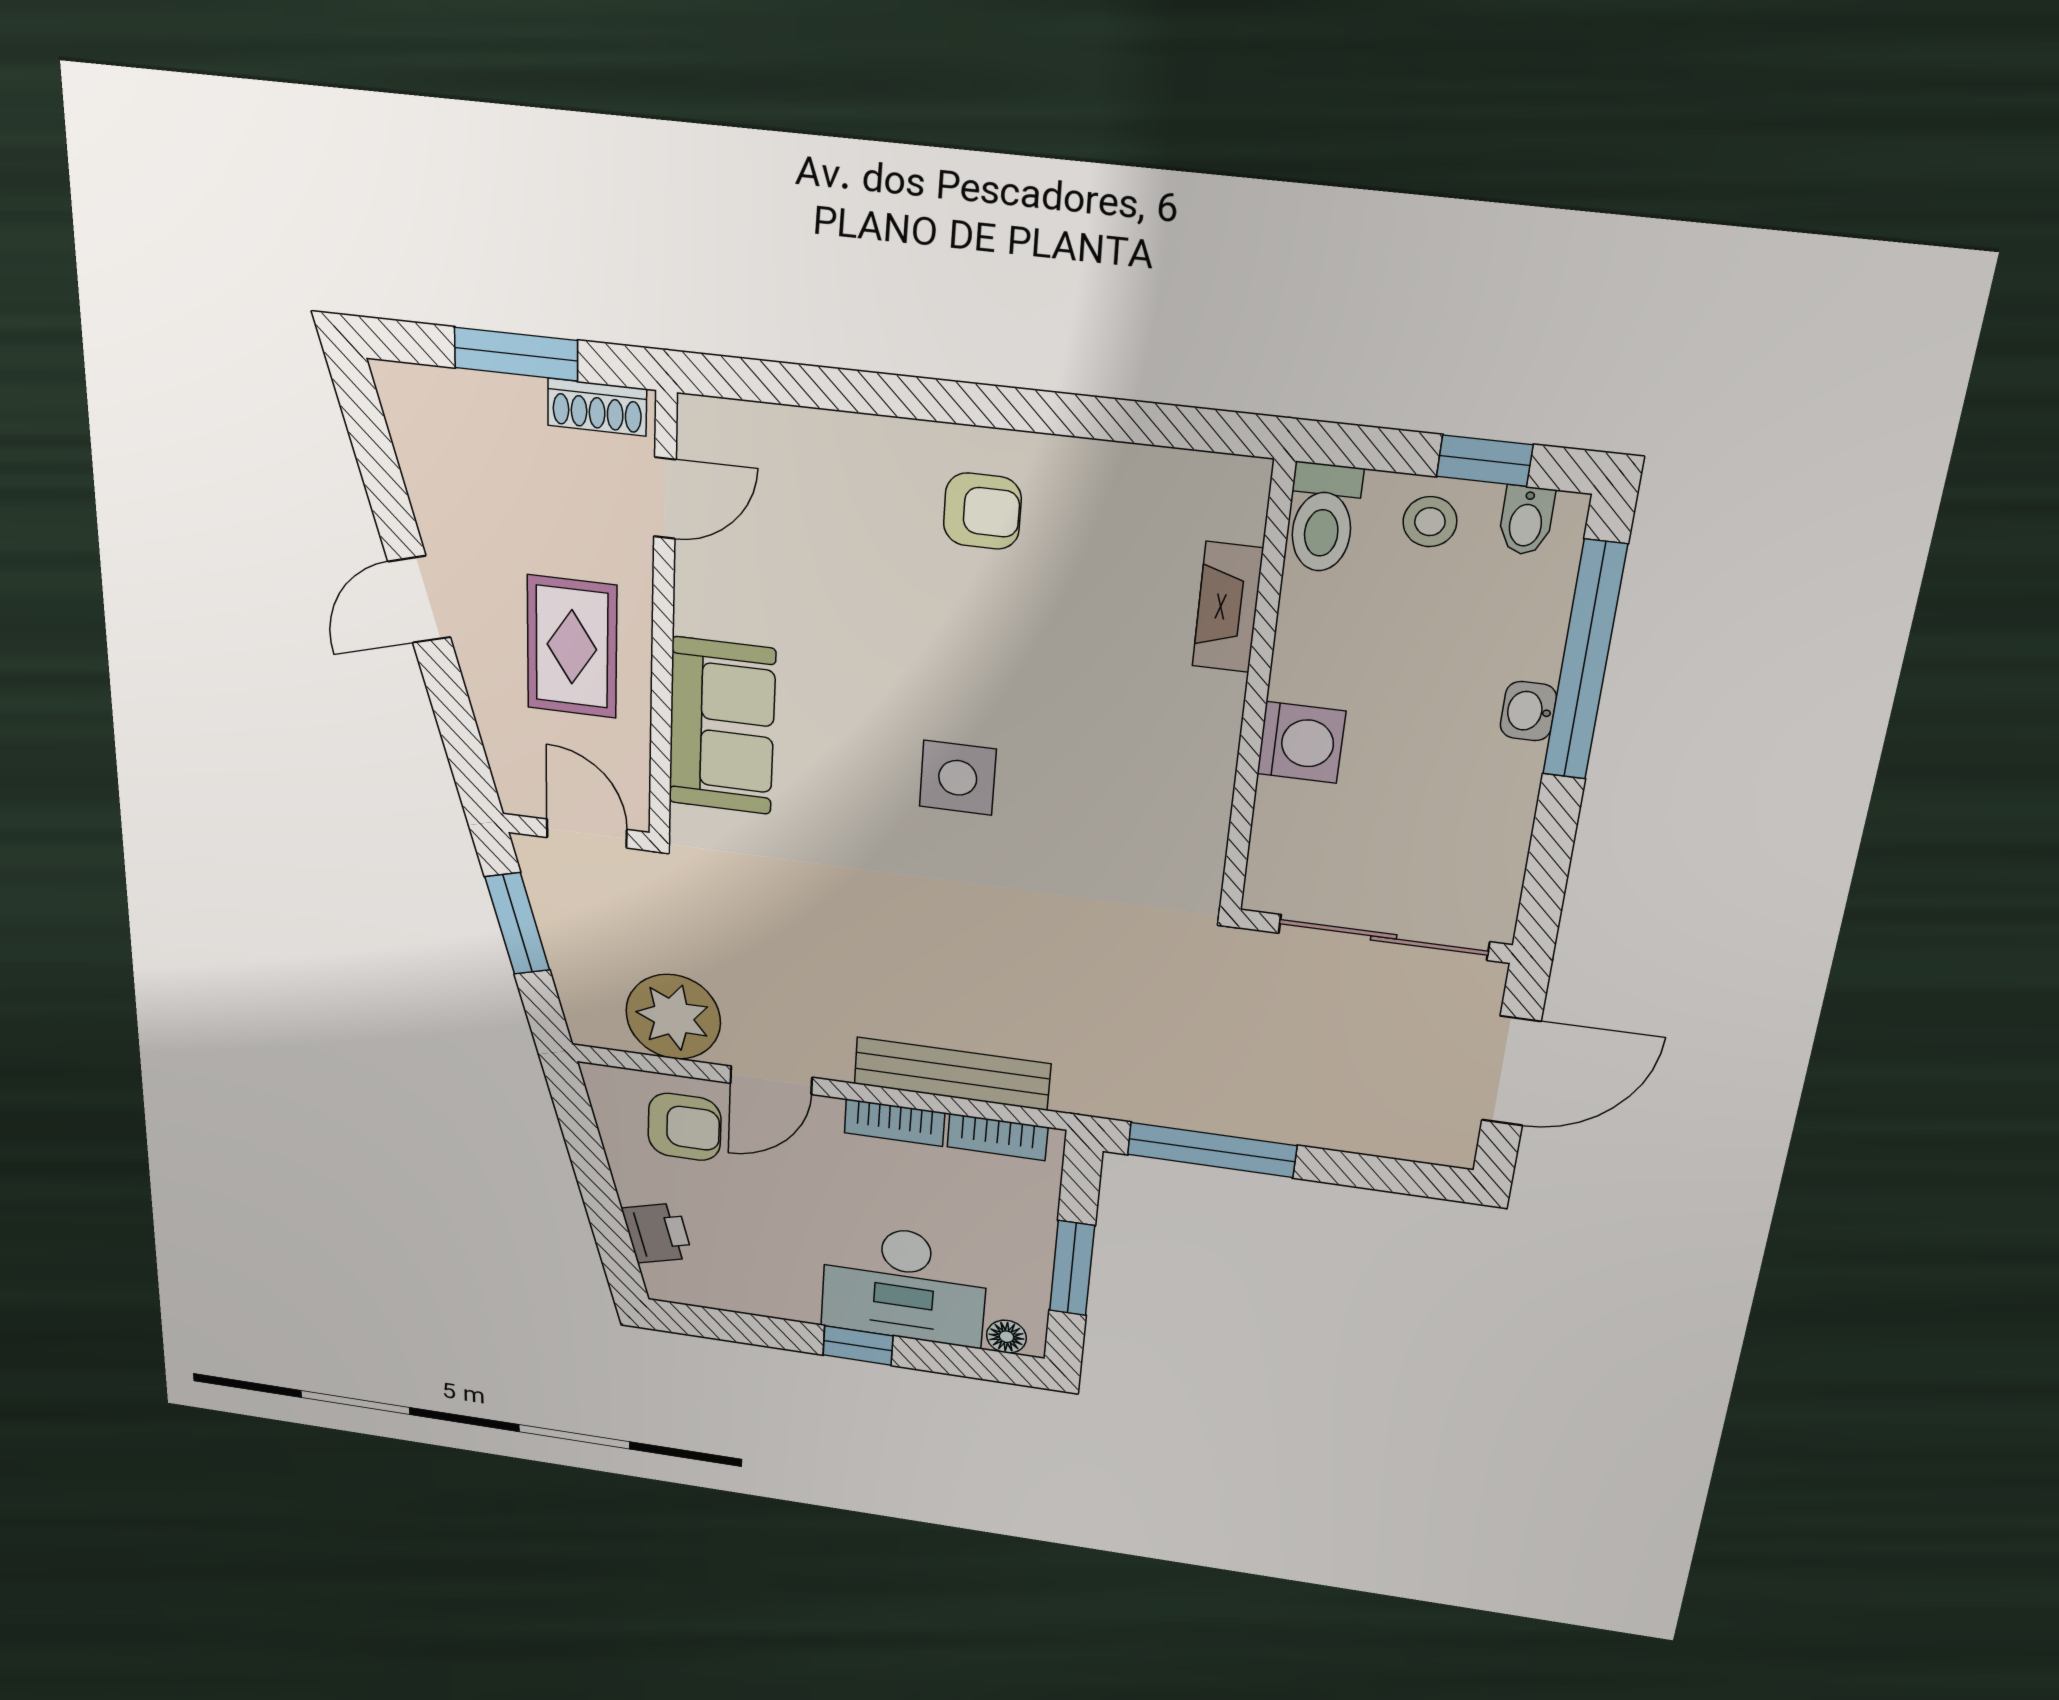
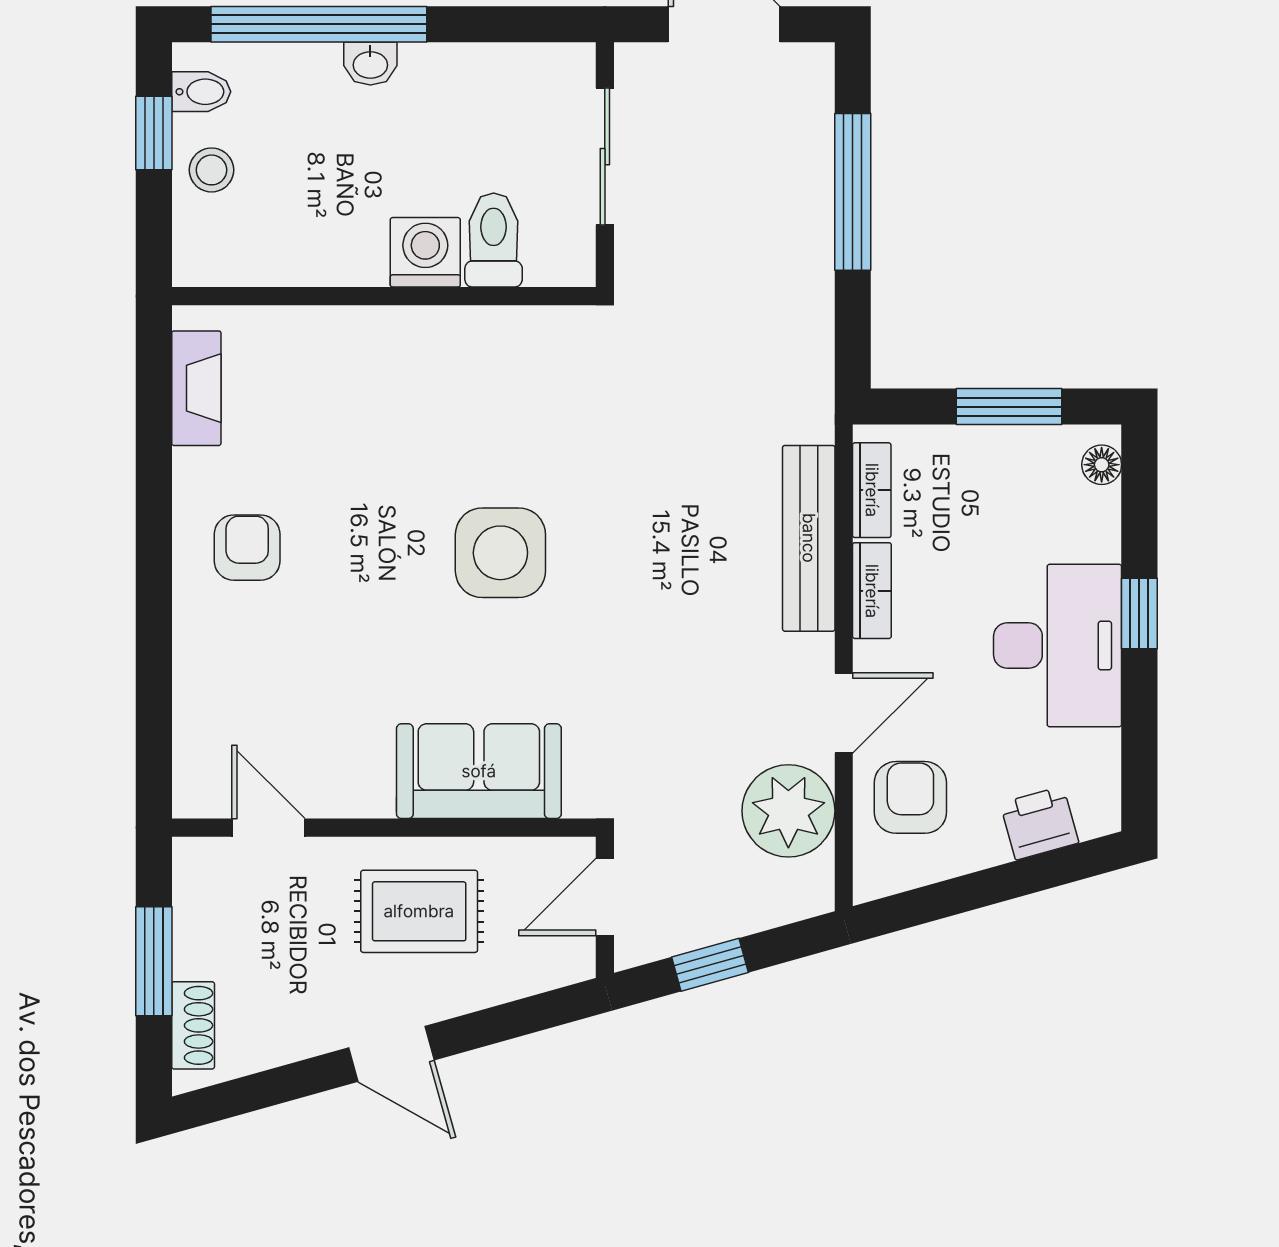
shoe rack: (597, 407) -> (193, 1025), moved
toilet: (1323, 518) -> (494, 240), moved, turned -90
fireplace: (1228, 607) -> (196, 388), moved, turned -90
side table: (958, 778) -> (500, 553), width x1.37, depth x1.37
window: (517, 924) -> (710, 965), width x0.67
sliding door: (1384, 937) -> (605, 157), width x0.73
door: (771, 1080) -> (844, 713), hinge flipped
window: (1212, 1150) -> (853, 192), moved
desk: (904, 1285) -> (1058, 645), moved

